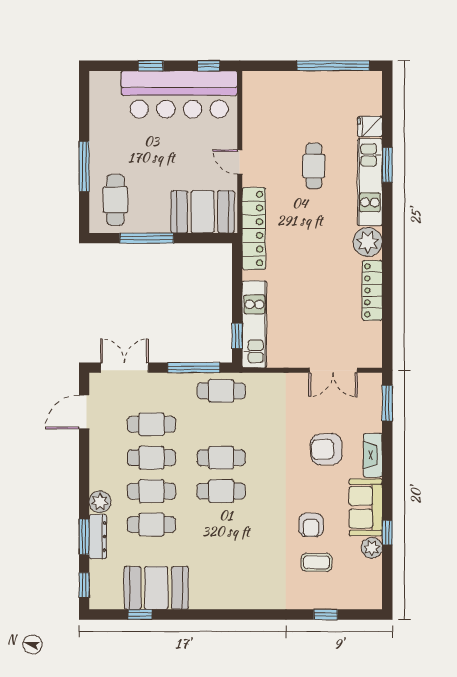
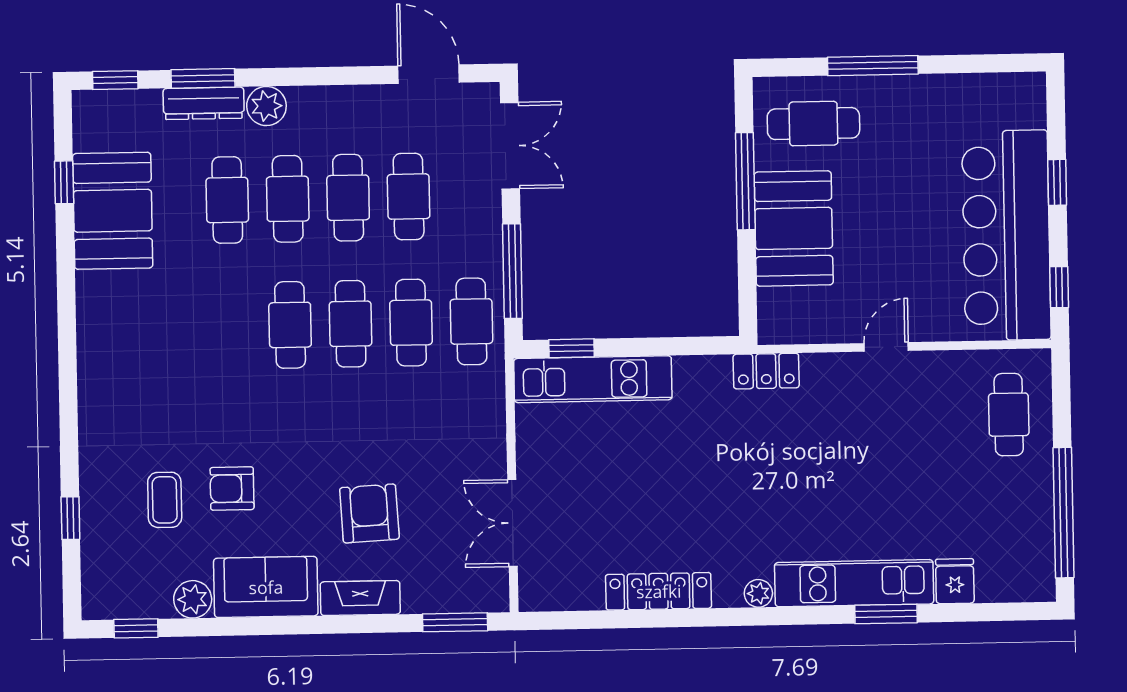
cafe table: (314, 166) -> (1009, 415), moved, turned 90
booth: (203, 212) -> (794, 228), moved
locker: (254, 229) -> (766, 371), width x0.46, depth x0.83
plant: (368, 242) -> (758, 593), width x0.53, depth x0.53
cafe table: (221, 424) -> (411, 323), added
window: (387, 533) -> (136, 628), moved

